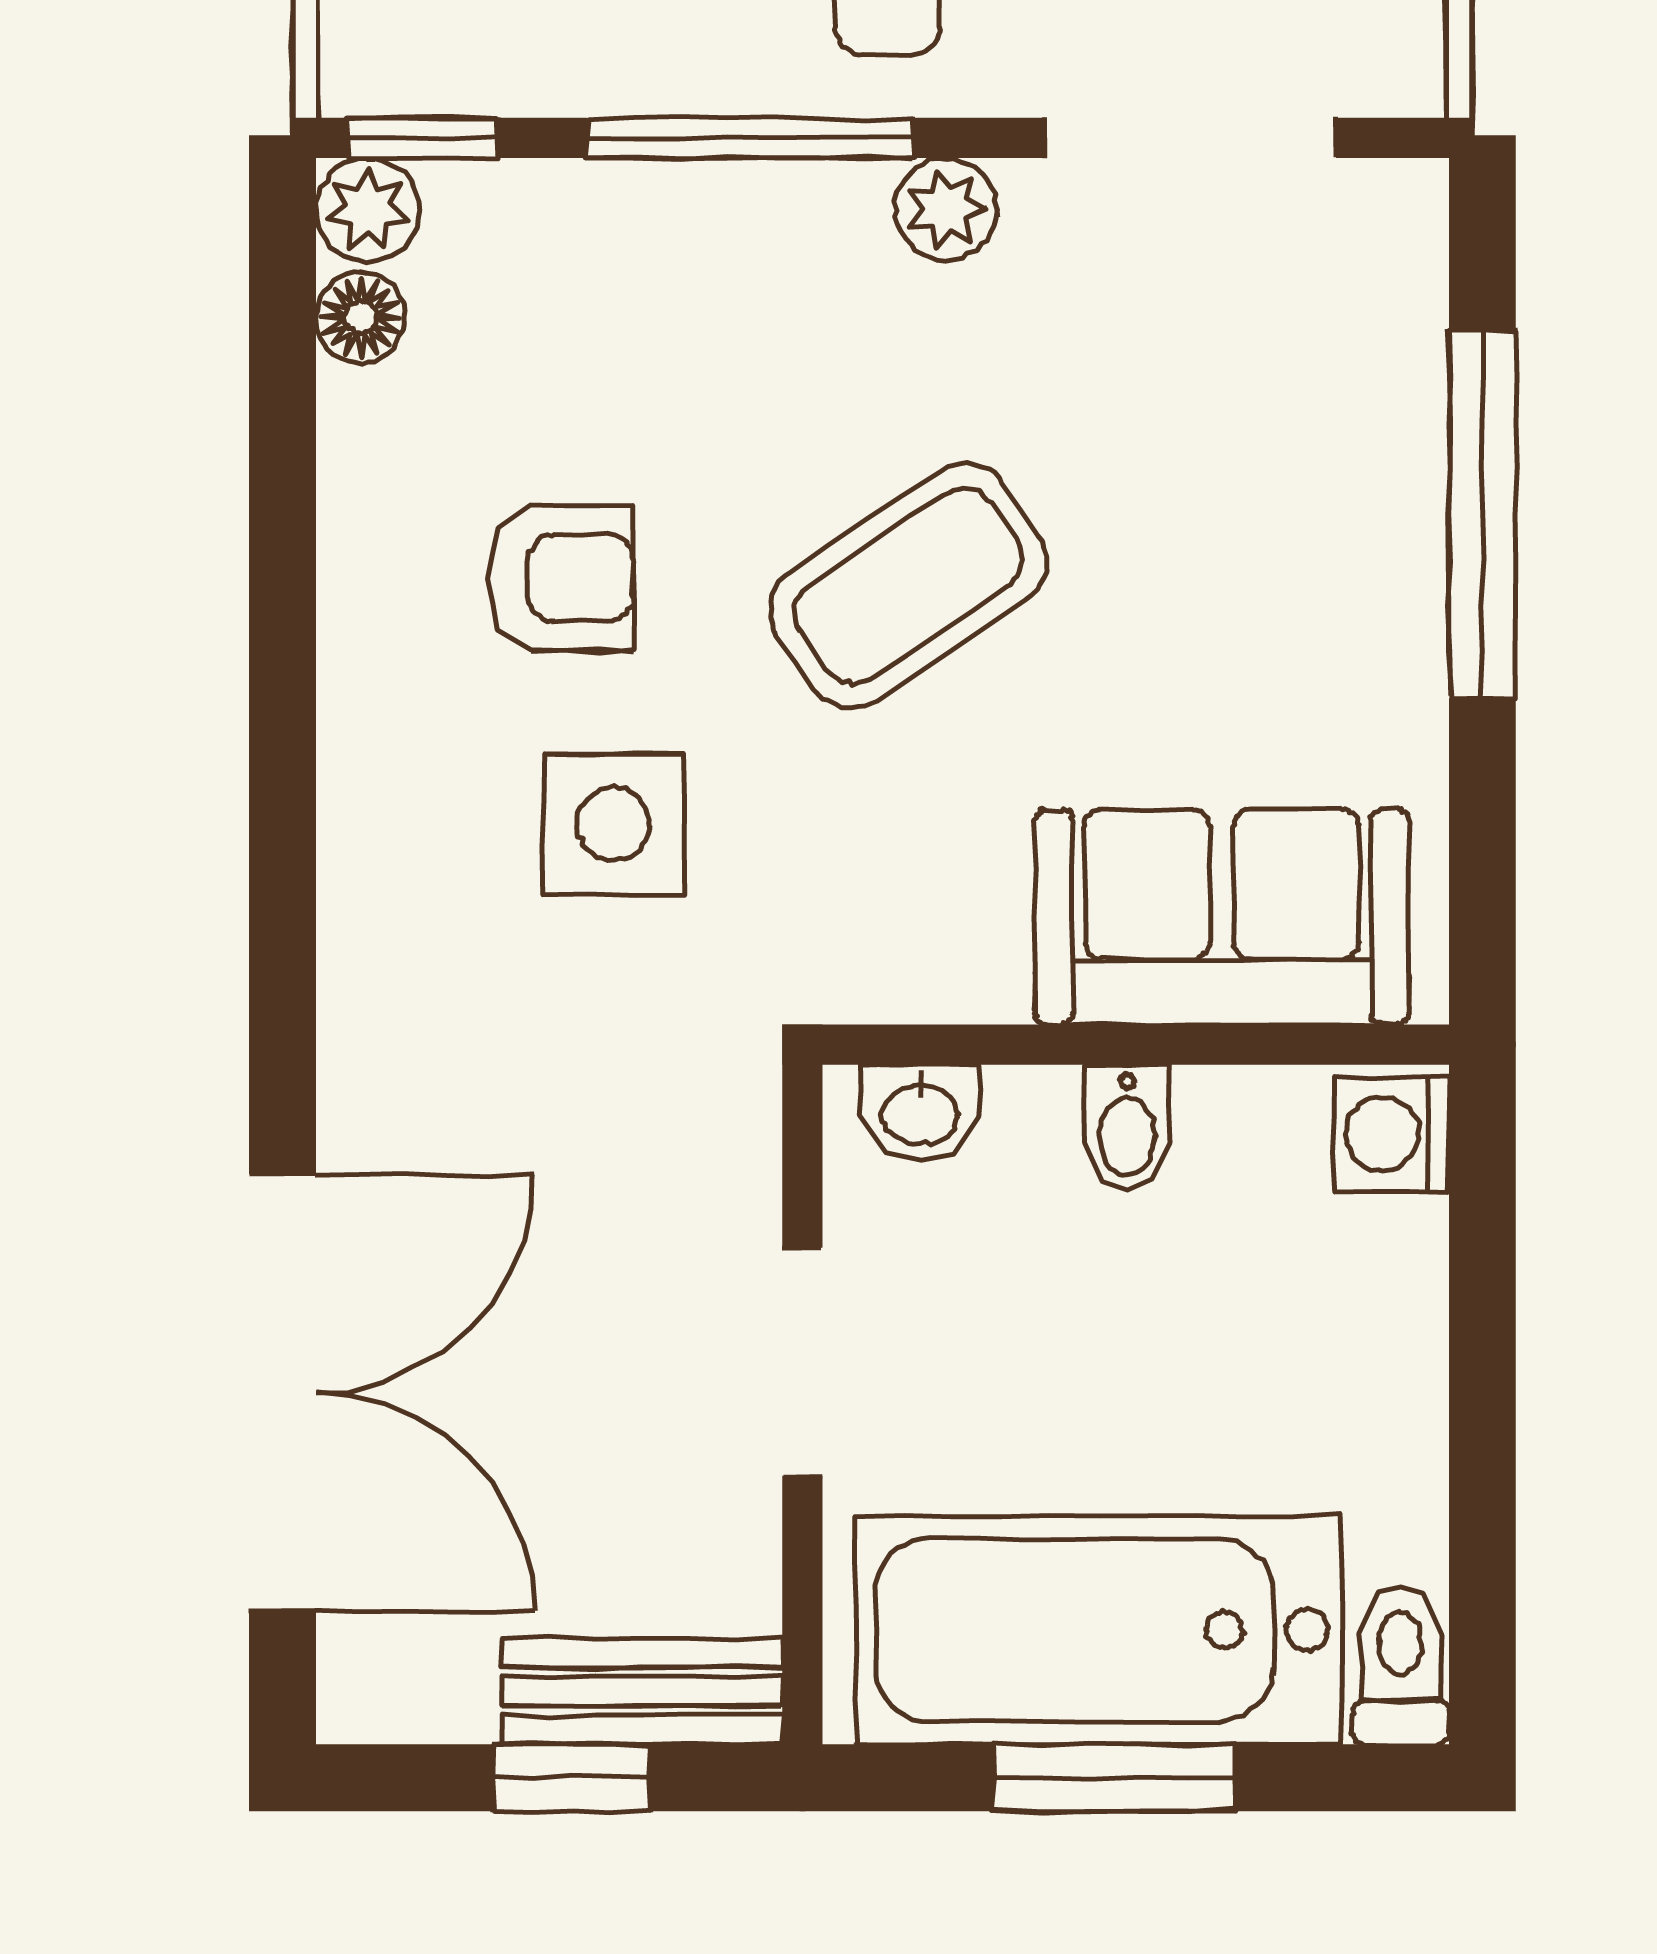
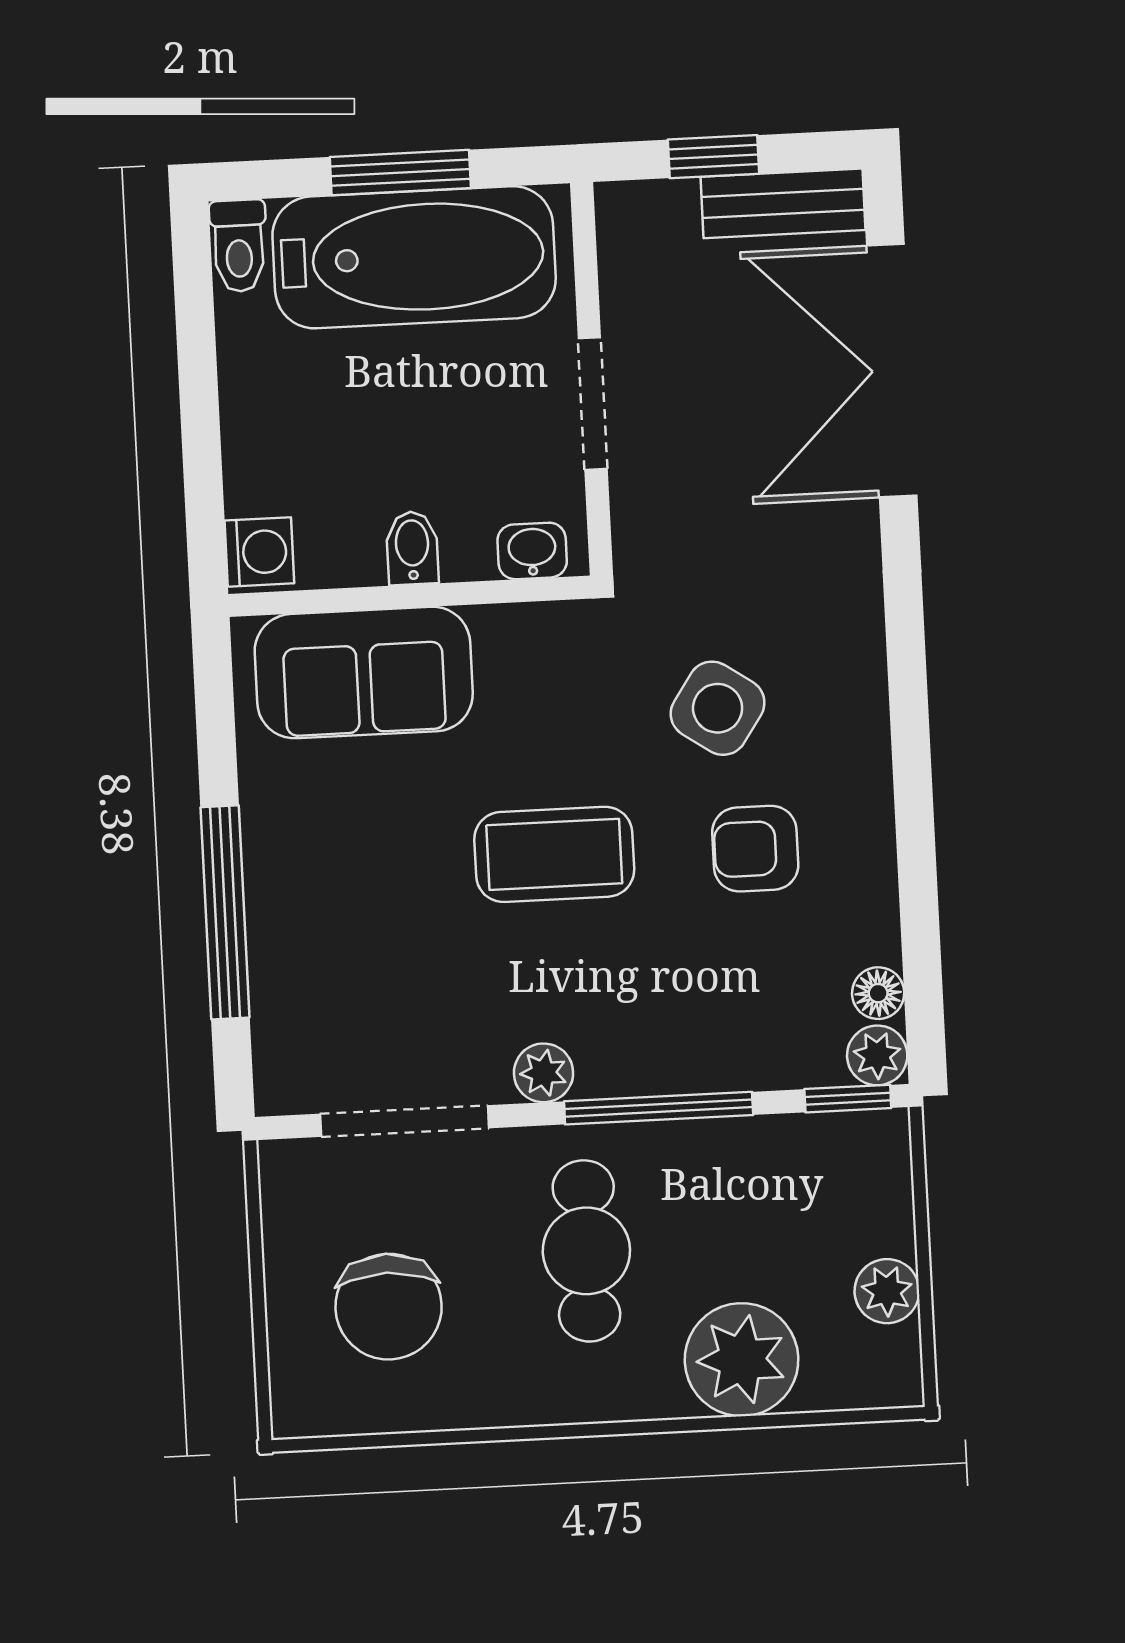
coffee table: (908, 586) -> (554, 854), turned 34
side table: (613, 824) -> (718, 708), turned 34
bench: (642, 1691) -> (783, 203), moved

